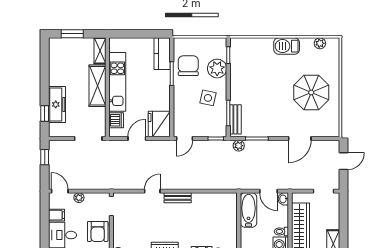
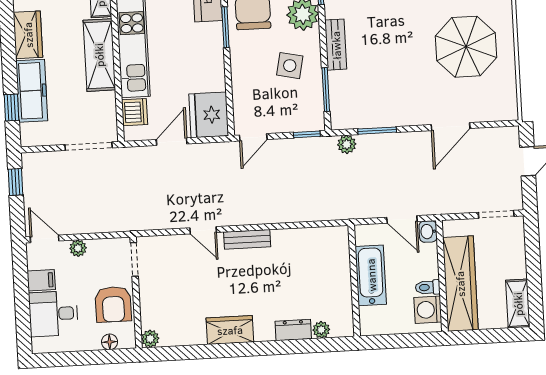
wardrobe: (56, 72) -> (28, 35), added
bench: (235, 119) -> (336, 45), moved
door: (152, 191) -> (203, 230), swing flipped
bathtub: (249, 210) -> (371, 275), moved

